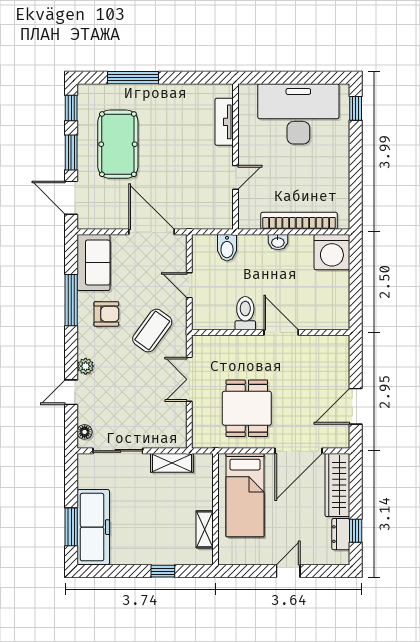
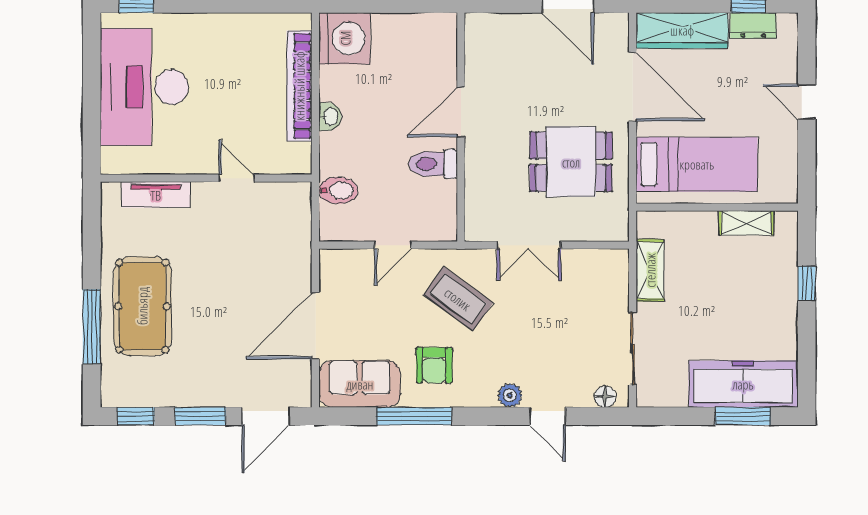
pool table: (118, 144) -> (142, 306), moved, turned 90
door: (151, 232) -> (315, 326), moved
armchair: (106, 314) -> (434, 365), turned 180

